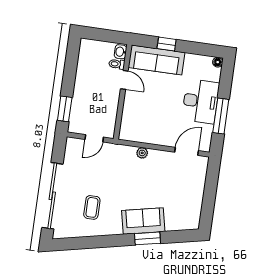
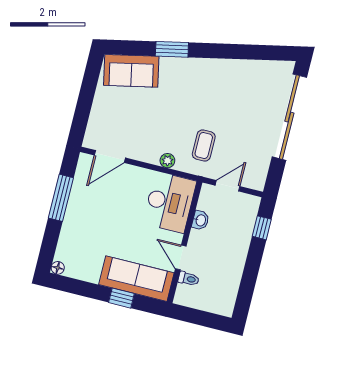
washbasin: (120, 52) -> (200, 220), moved
desk: (200, 101) -> (170, 202), moved, turned 180
window: (65, 109) -> (262, 228), width x0.67
coffee table: (92, 207) -> (204, 146), moved
sofa: (143, 221) -> (131, 71), moved

